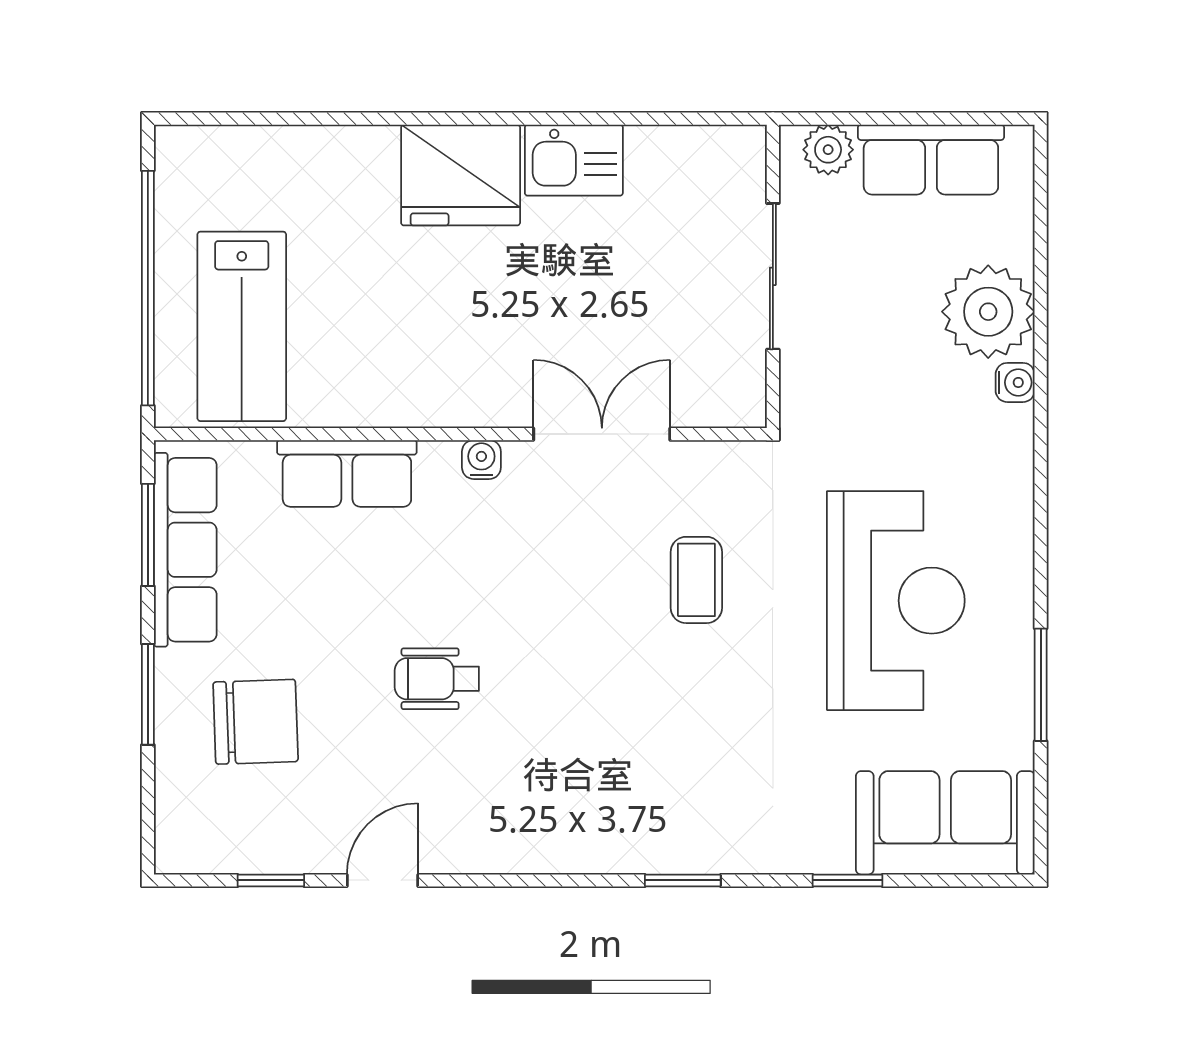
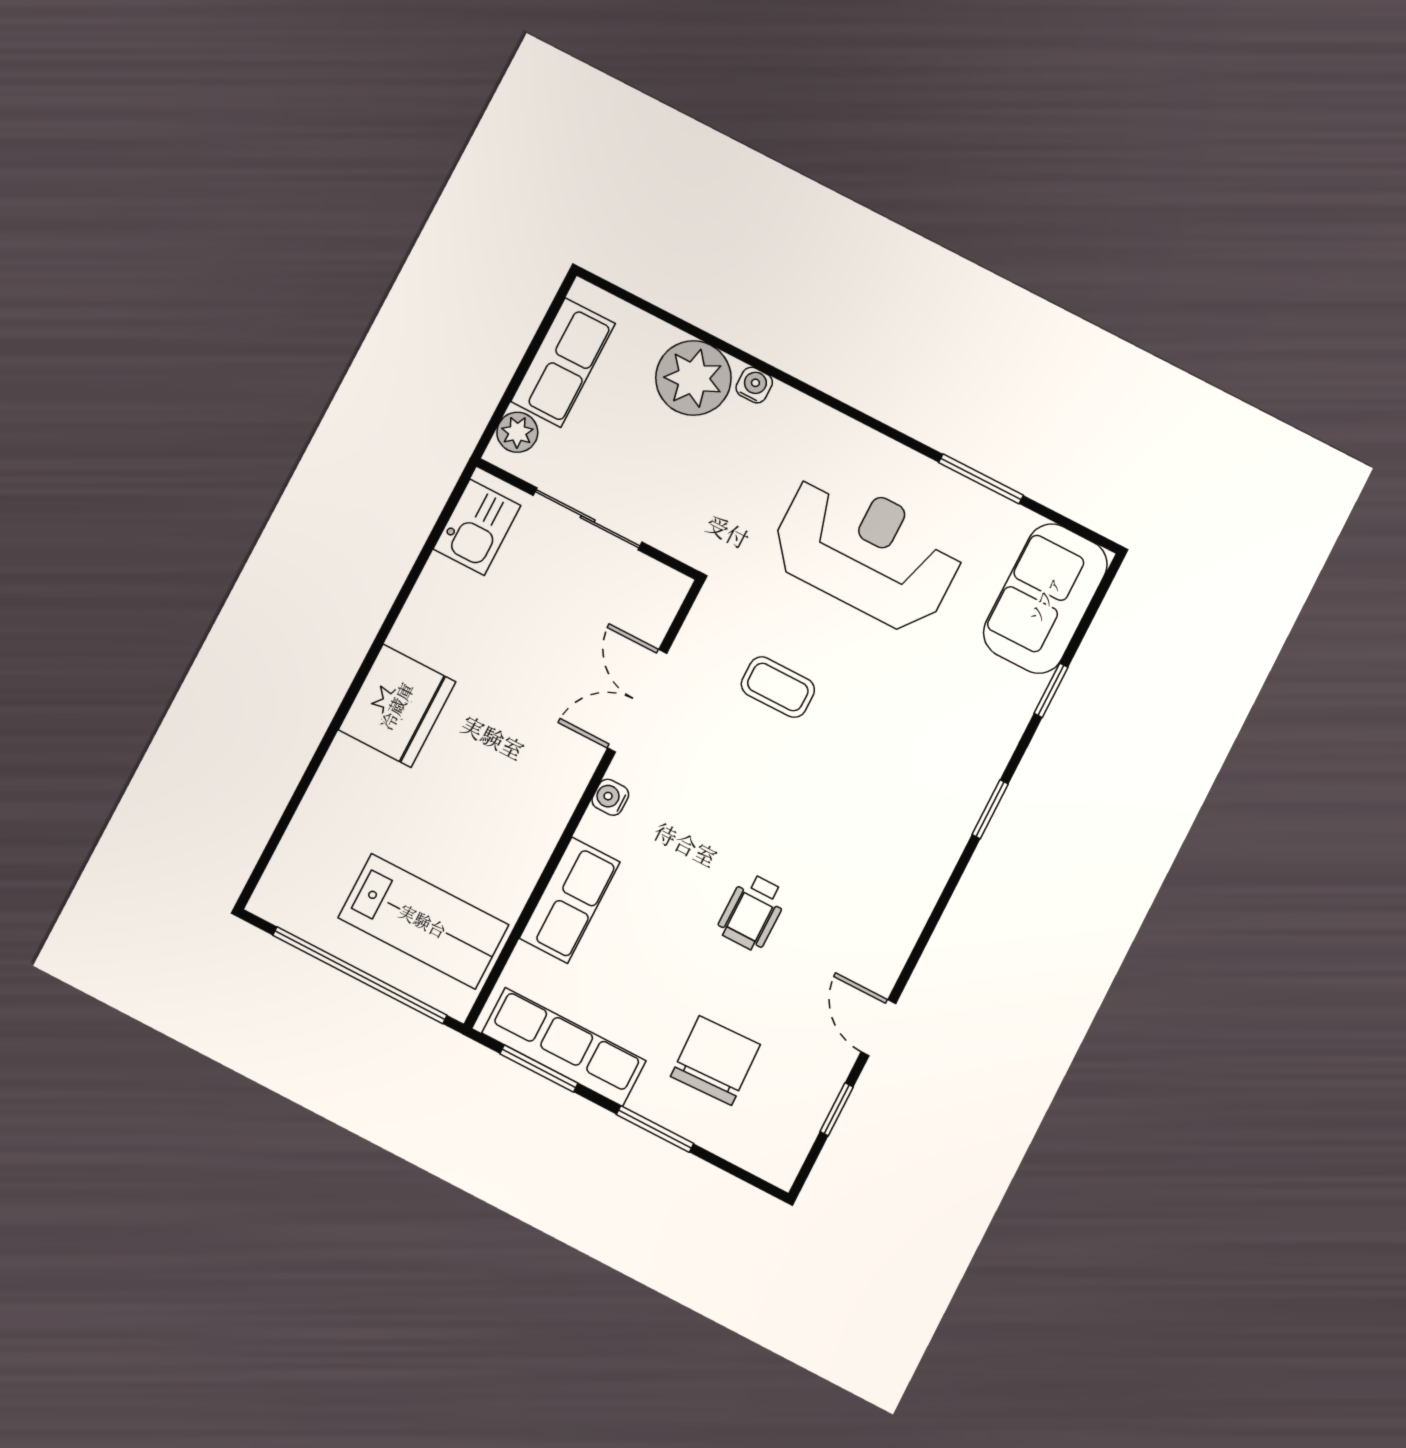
kitchen sink: (574, 160) -> (477, 527), moved

